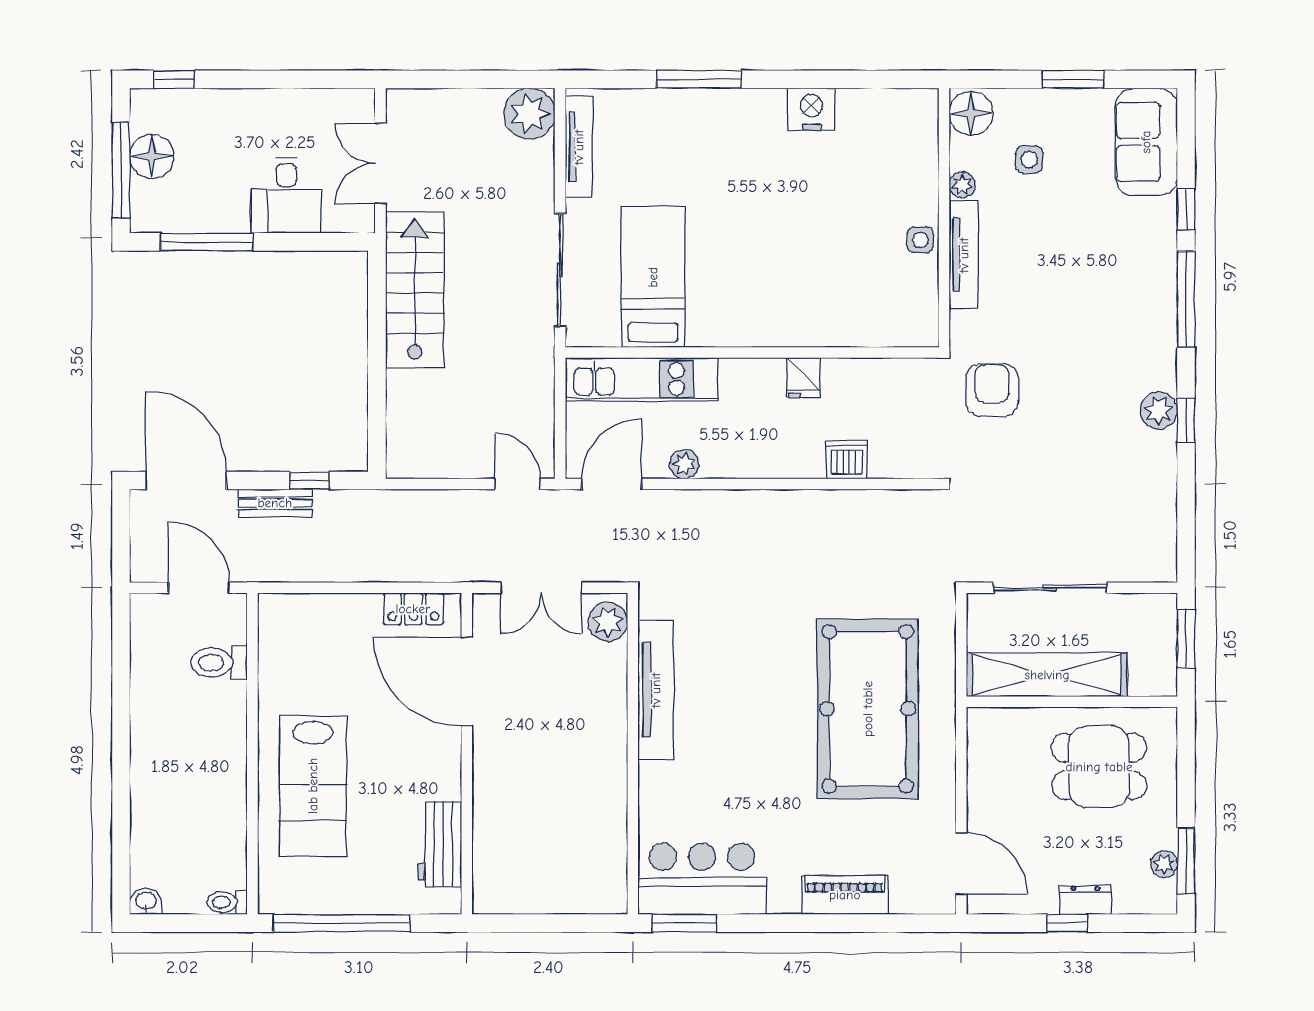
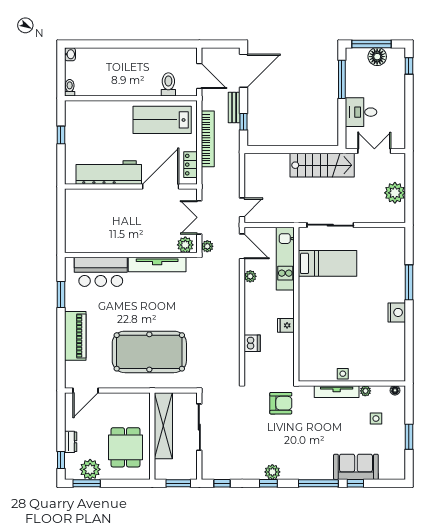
nightstand: (812, 109) -> (397, 312), moved
floor lamp: (971, 113) -> (395, 390), width x0.53, depth x0.53
plant: (529, 114) -> (395, 193), moved
sofa: (1146, 142) -> (356, 467), moved
tv unit: (579, 147) -> (381, 233), removed
window: (1186, 533) -> (222, 483), added
bookcase: (351, 567) -> (208, 139), added
plant: (612, 568) -> (207, 246), added
door: (199, 588) -> (199, 76), hinge flipped
lab bench: (313, 786) -> (162, 120), moved
workbench: (440, 844) -> (109, 173), width x1.88, depth x1.32
plant: (1164, 864) -> (90, 469), width x1.88, depth x1.88
bar counter: (702, 879) -> (101, 272), moved, turned 90
piano: (845, 895) -> (75, 336), width x1.37, depth x1.33
window: (342, 923) -> (61, 135), width x0.32
window: (684, 923) -> (61, 294), moved
window: (1067, 923) -> (61, 460), moved

